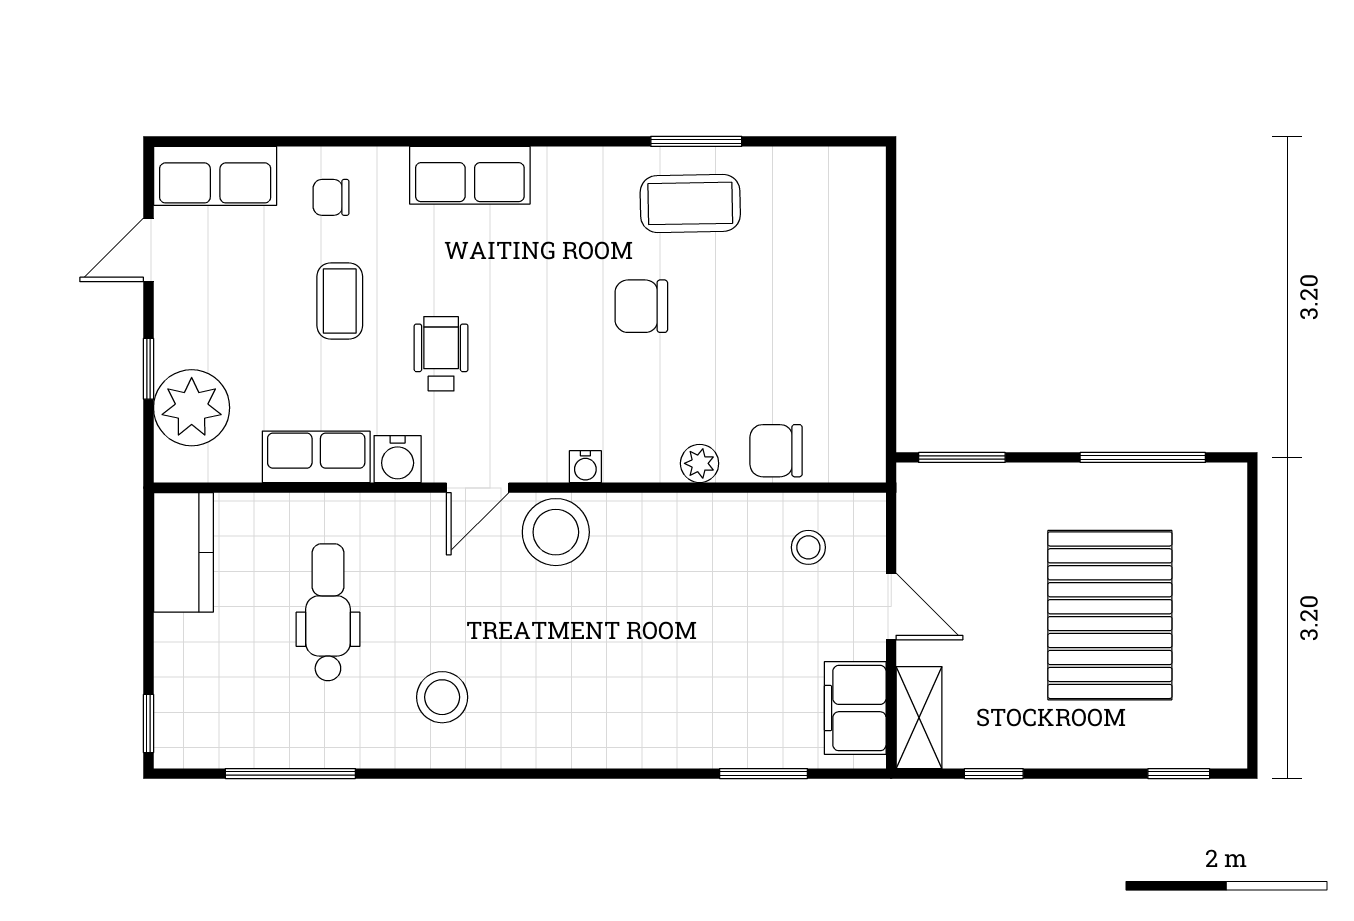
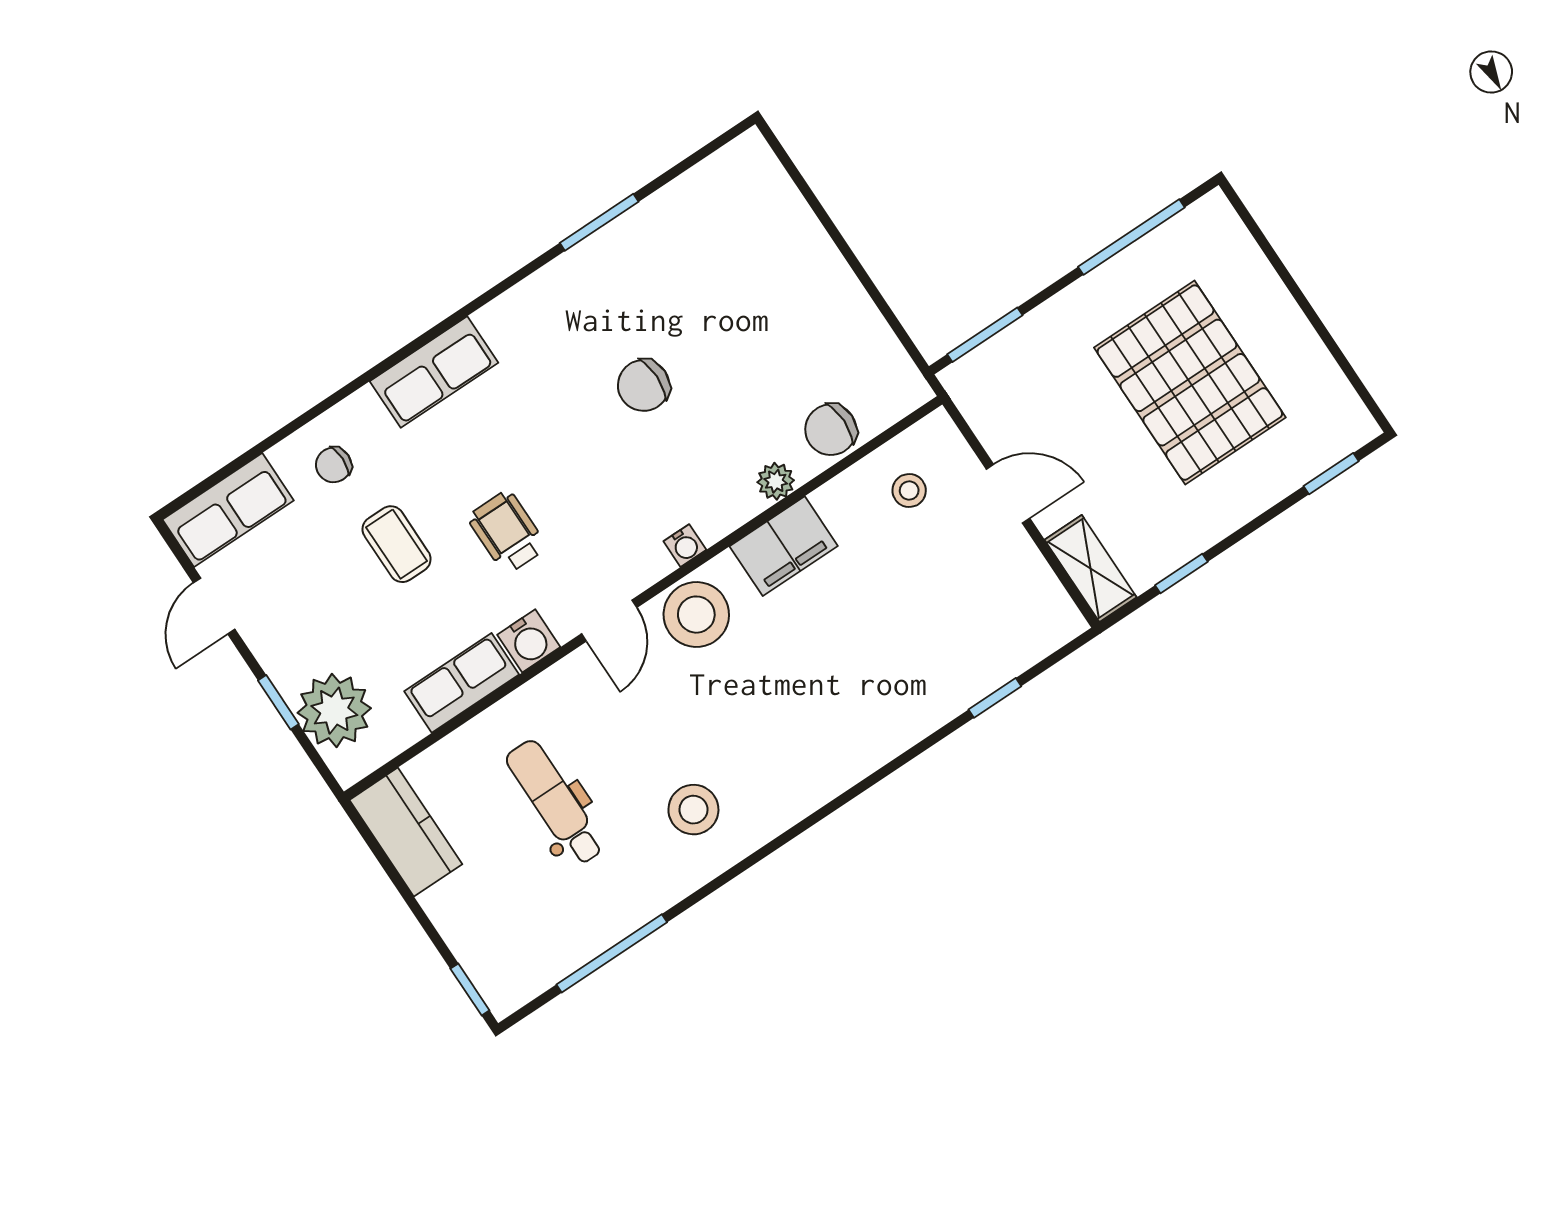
coffee table: (690, 203) -> (628, 276), removed
filing cabinet: (855, 708) -> (784, 546), moved, turned -90
window: (763, 774) -> (995, 698), width x0.67

